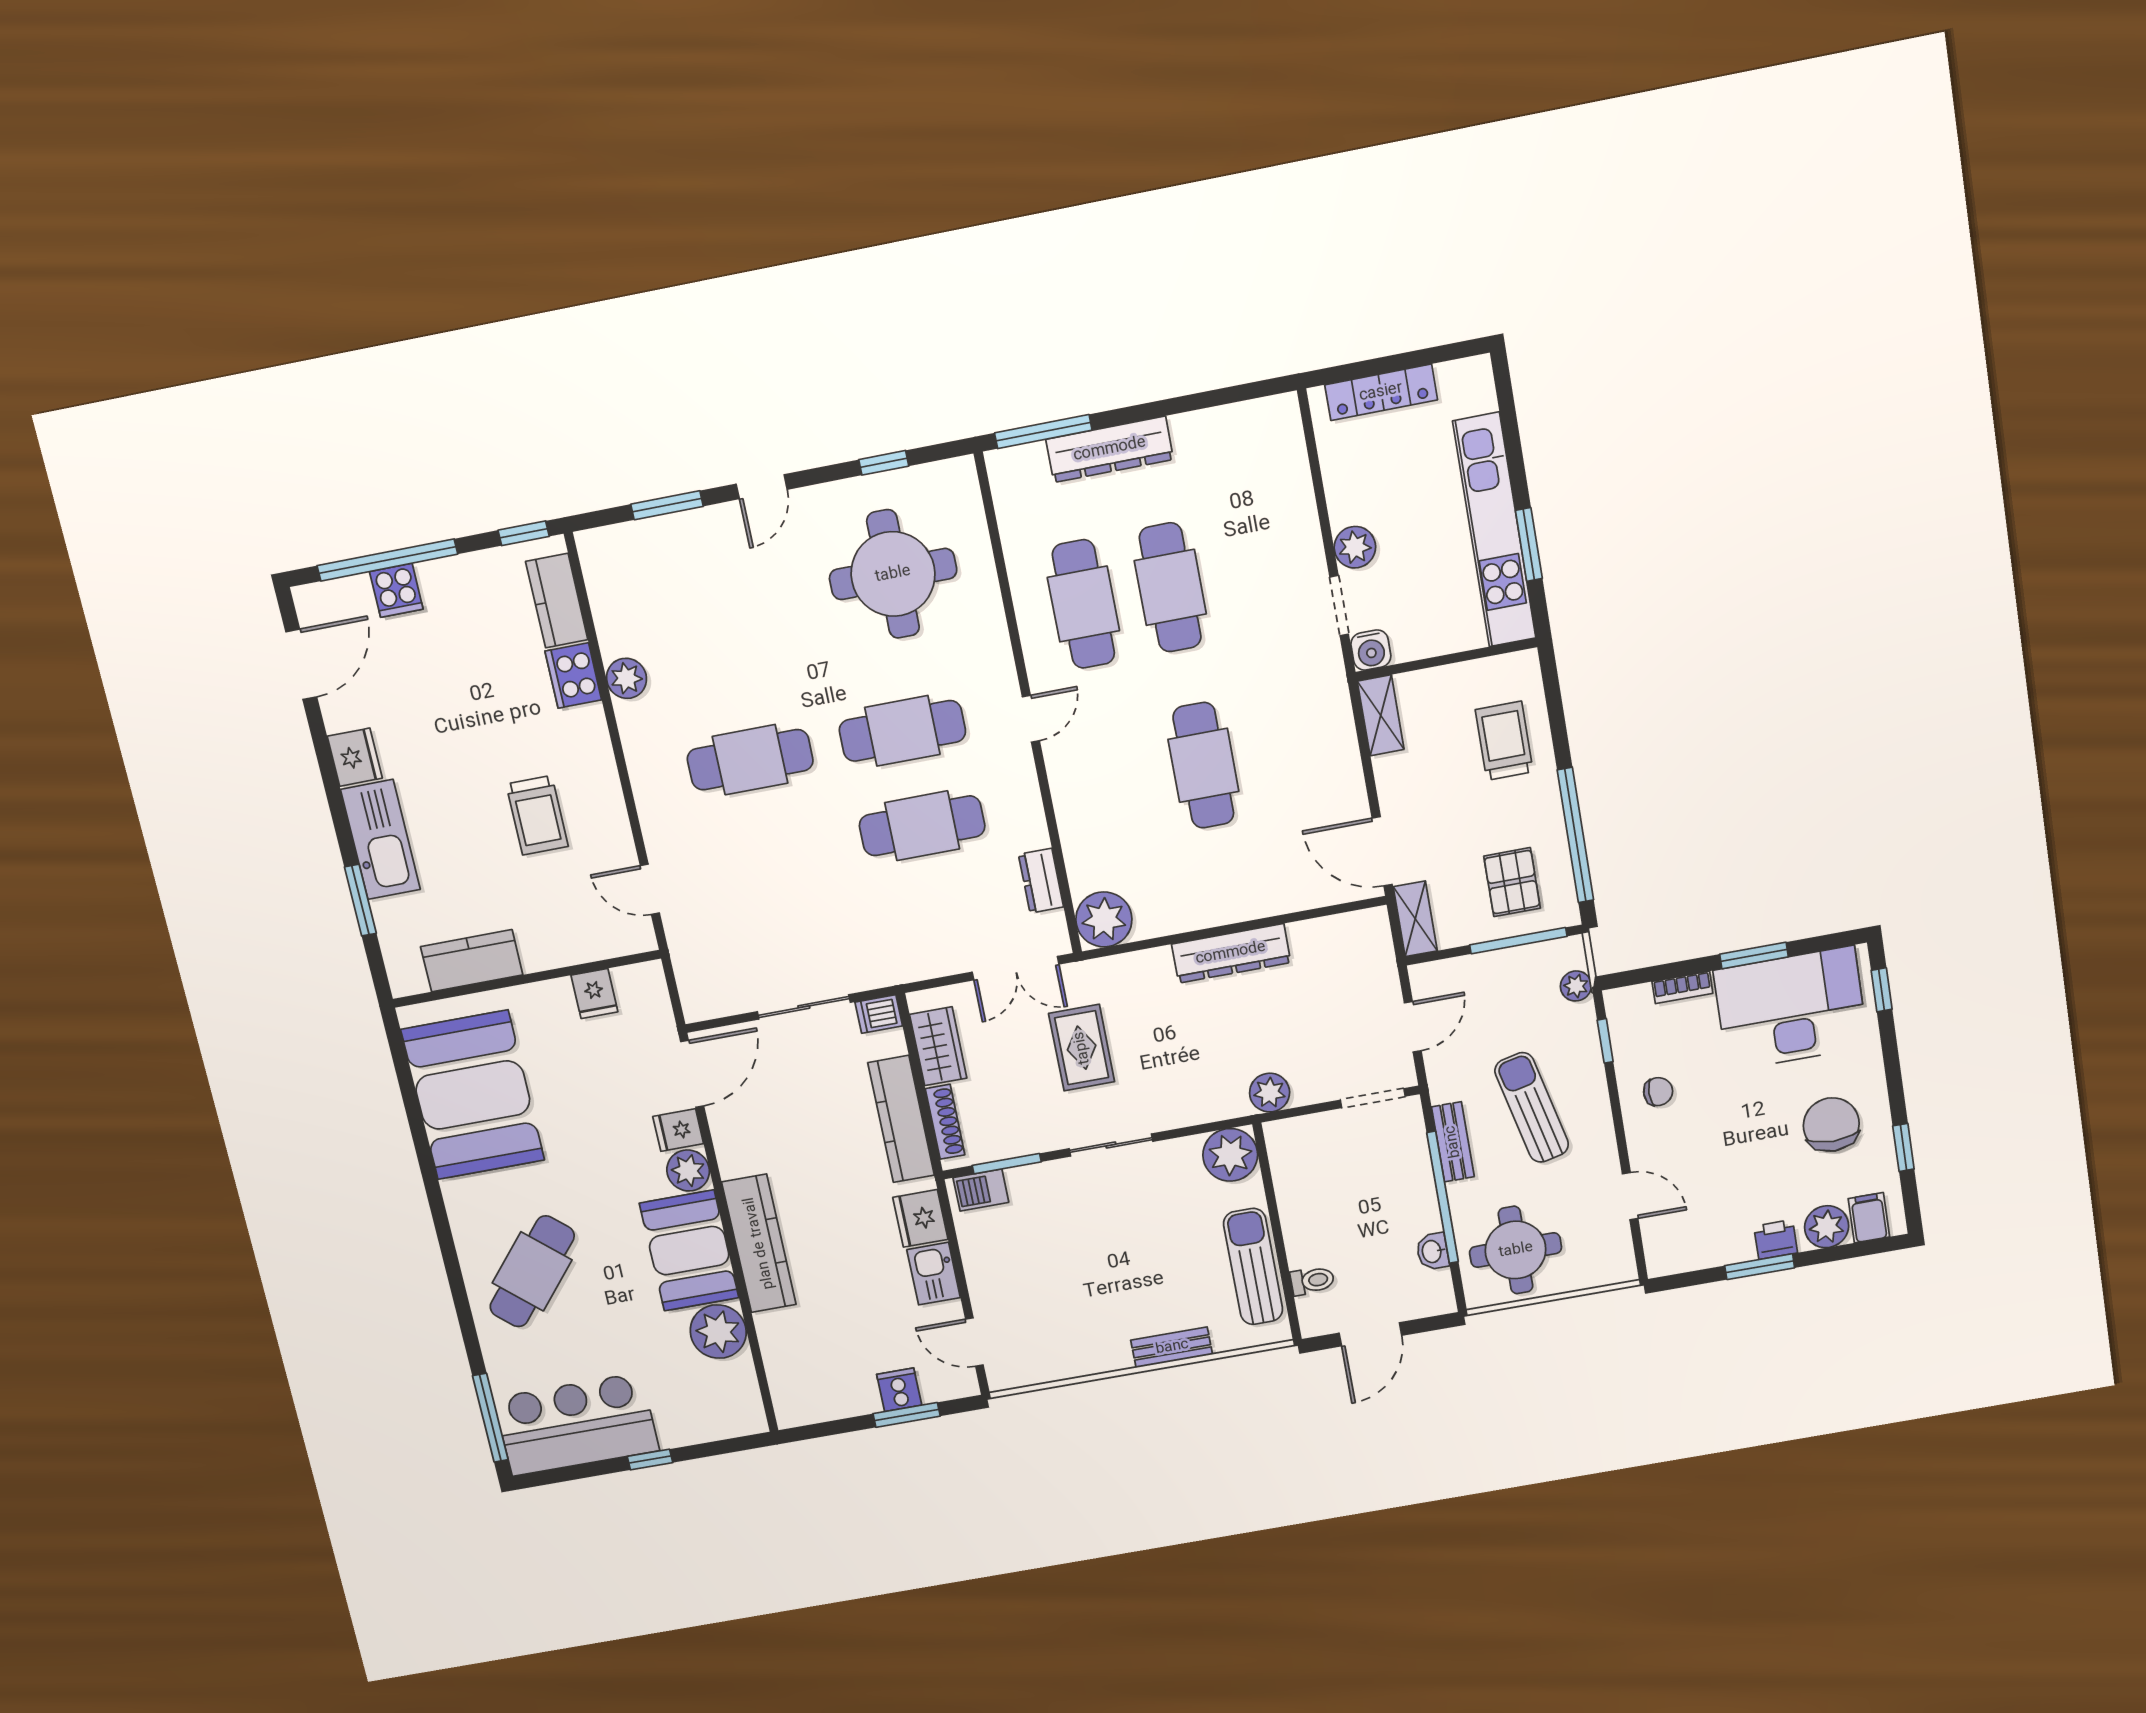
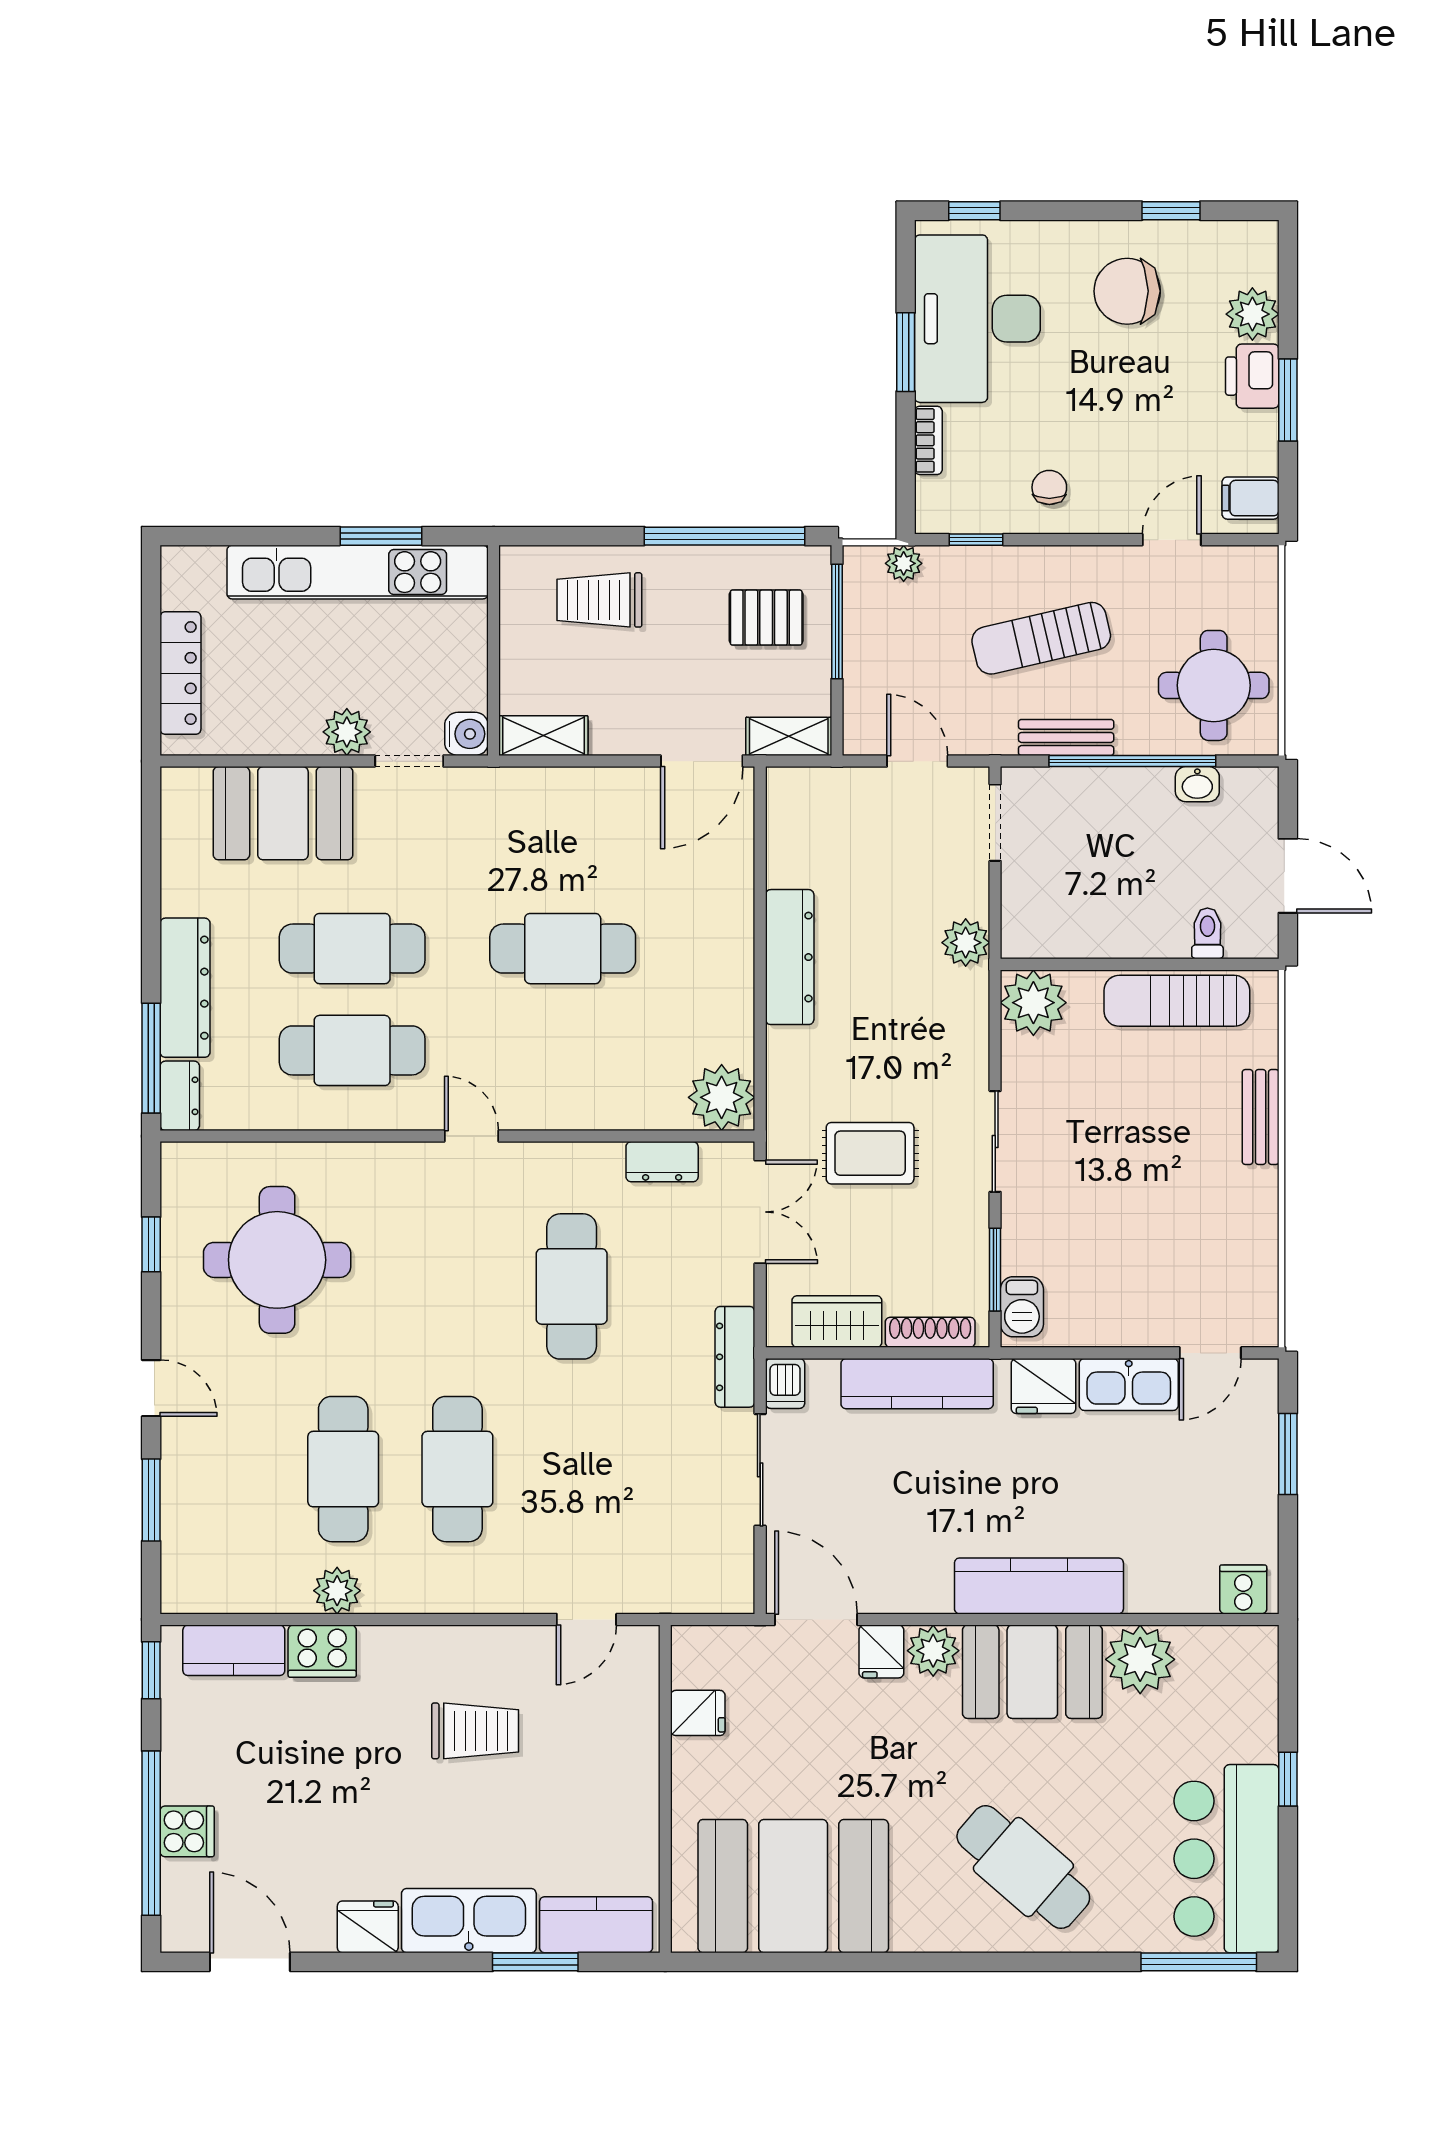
dresser: (1016, 463) -> (180, 1096), added
booth: (1275, 505) -> (283, 813), added
cafe table: (902, 731) -> (343, 1469), moved
kitchen counter: (472, 961) -> (596, 1925), moved, turned 90
dresser: (892, 970) -> (735, 1357), added
filing cabinet: (1869, 1218) -> (1250, 498), moved
printer: (1776, 1240) -> (1252, 376), width x1.36, depth x1.24
kitchen sink: (934, 1274) -> (1129, 1384), width x1.38
cooker: (899, 1390) -> (1243, 1589), moved, turned 90

